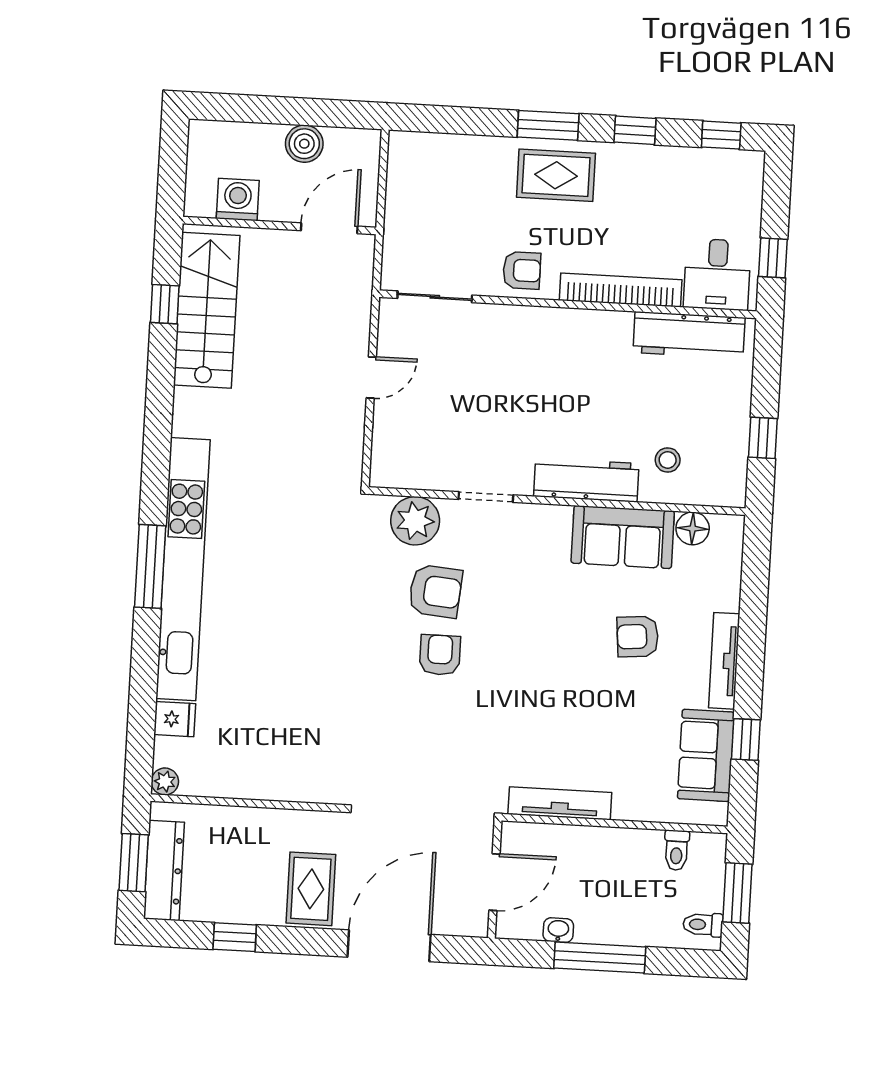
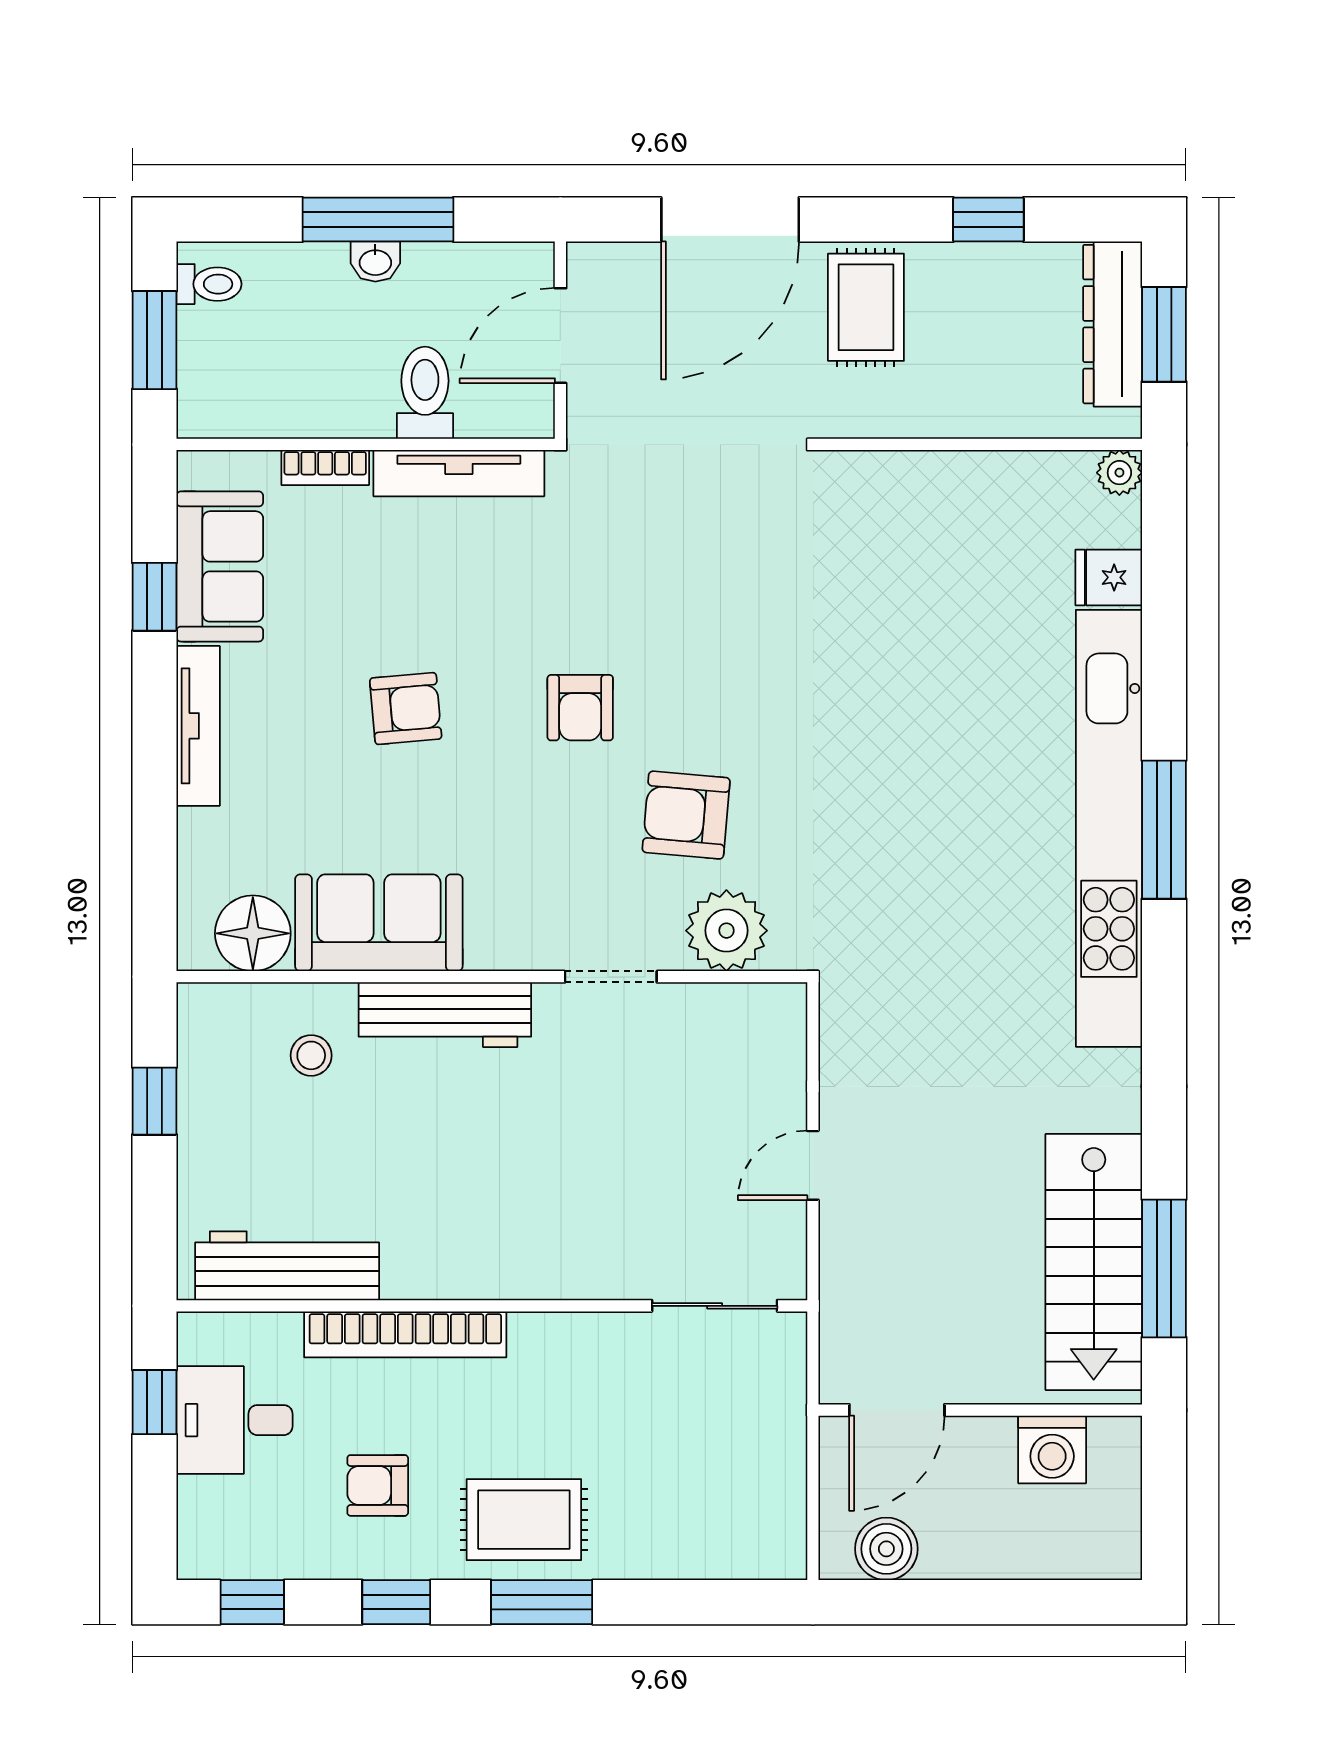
boiler: (304, 144) -> (886, 1549), moved
armchair: (522, 270) -> (378, 1485), moved
desk: (717, 274) -> (235, 1420), moved, turned -90
window: (165, 304) -> (1164, 1268), width x2.17
floor lamp: (693, 528) -> (253, 933), width x1.38, depth x1.38
armchair: (638, 637) -> (406, 709), moved
armchair: (440, 655) -> (580, 708), moved
bookcase: (640, 811) -> (325, 467), added
toilet: (677, 850) -> (425, 393), moved, width x1.37, depth x1.39
washbasin: (558, 930) -> (375, 261), moved

